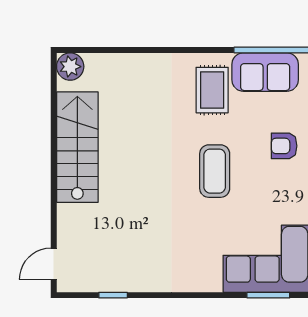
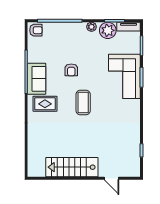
plant: (70, 67) -> (34, 171), removed
coffee table: (215, 171) -> (83, 103), turned 90
door: (54, 264) -> (112, 178), moved

